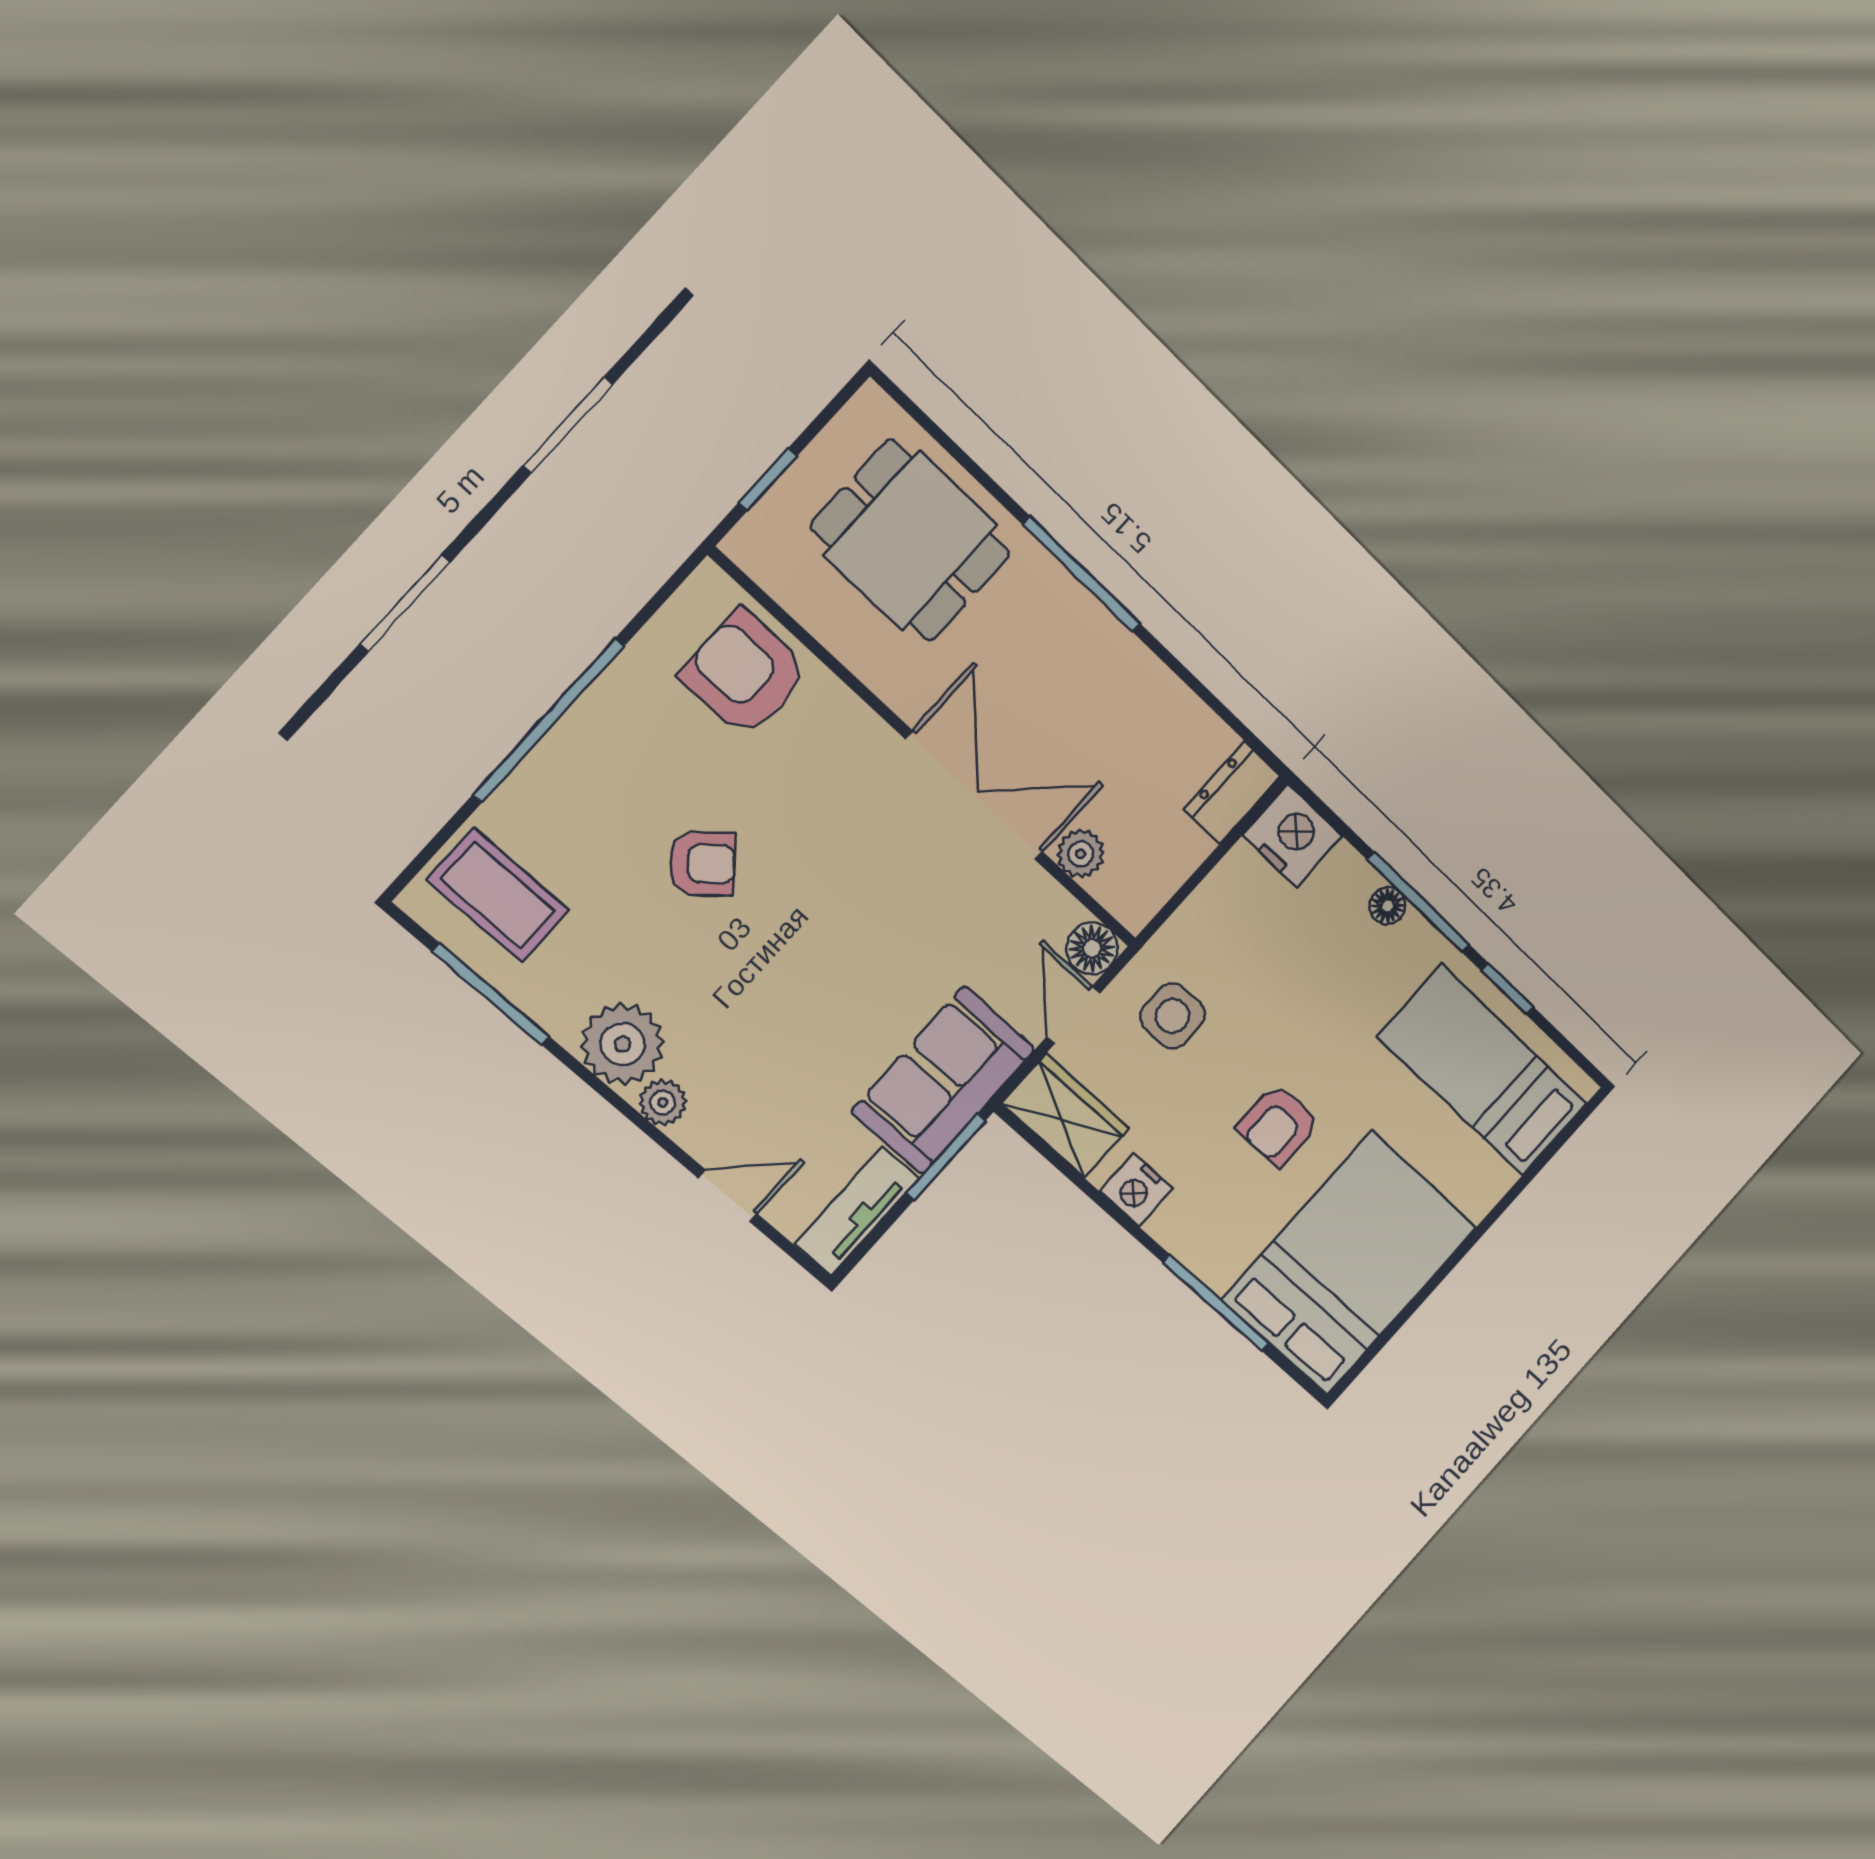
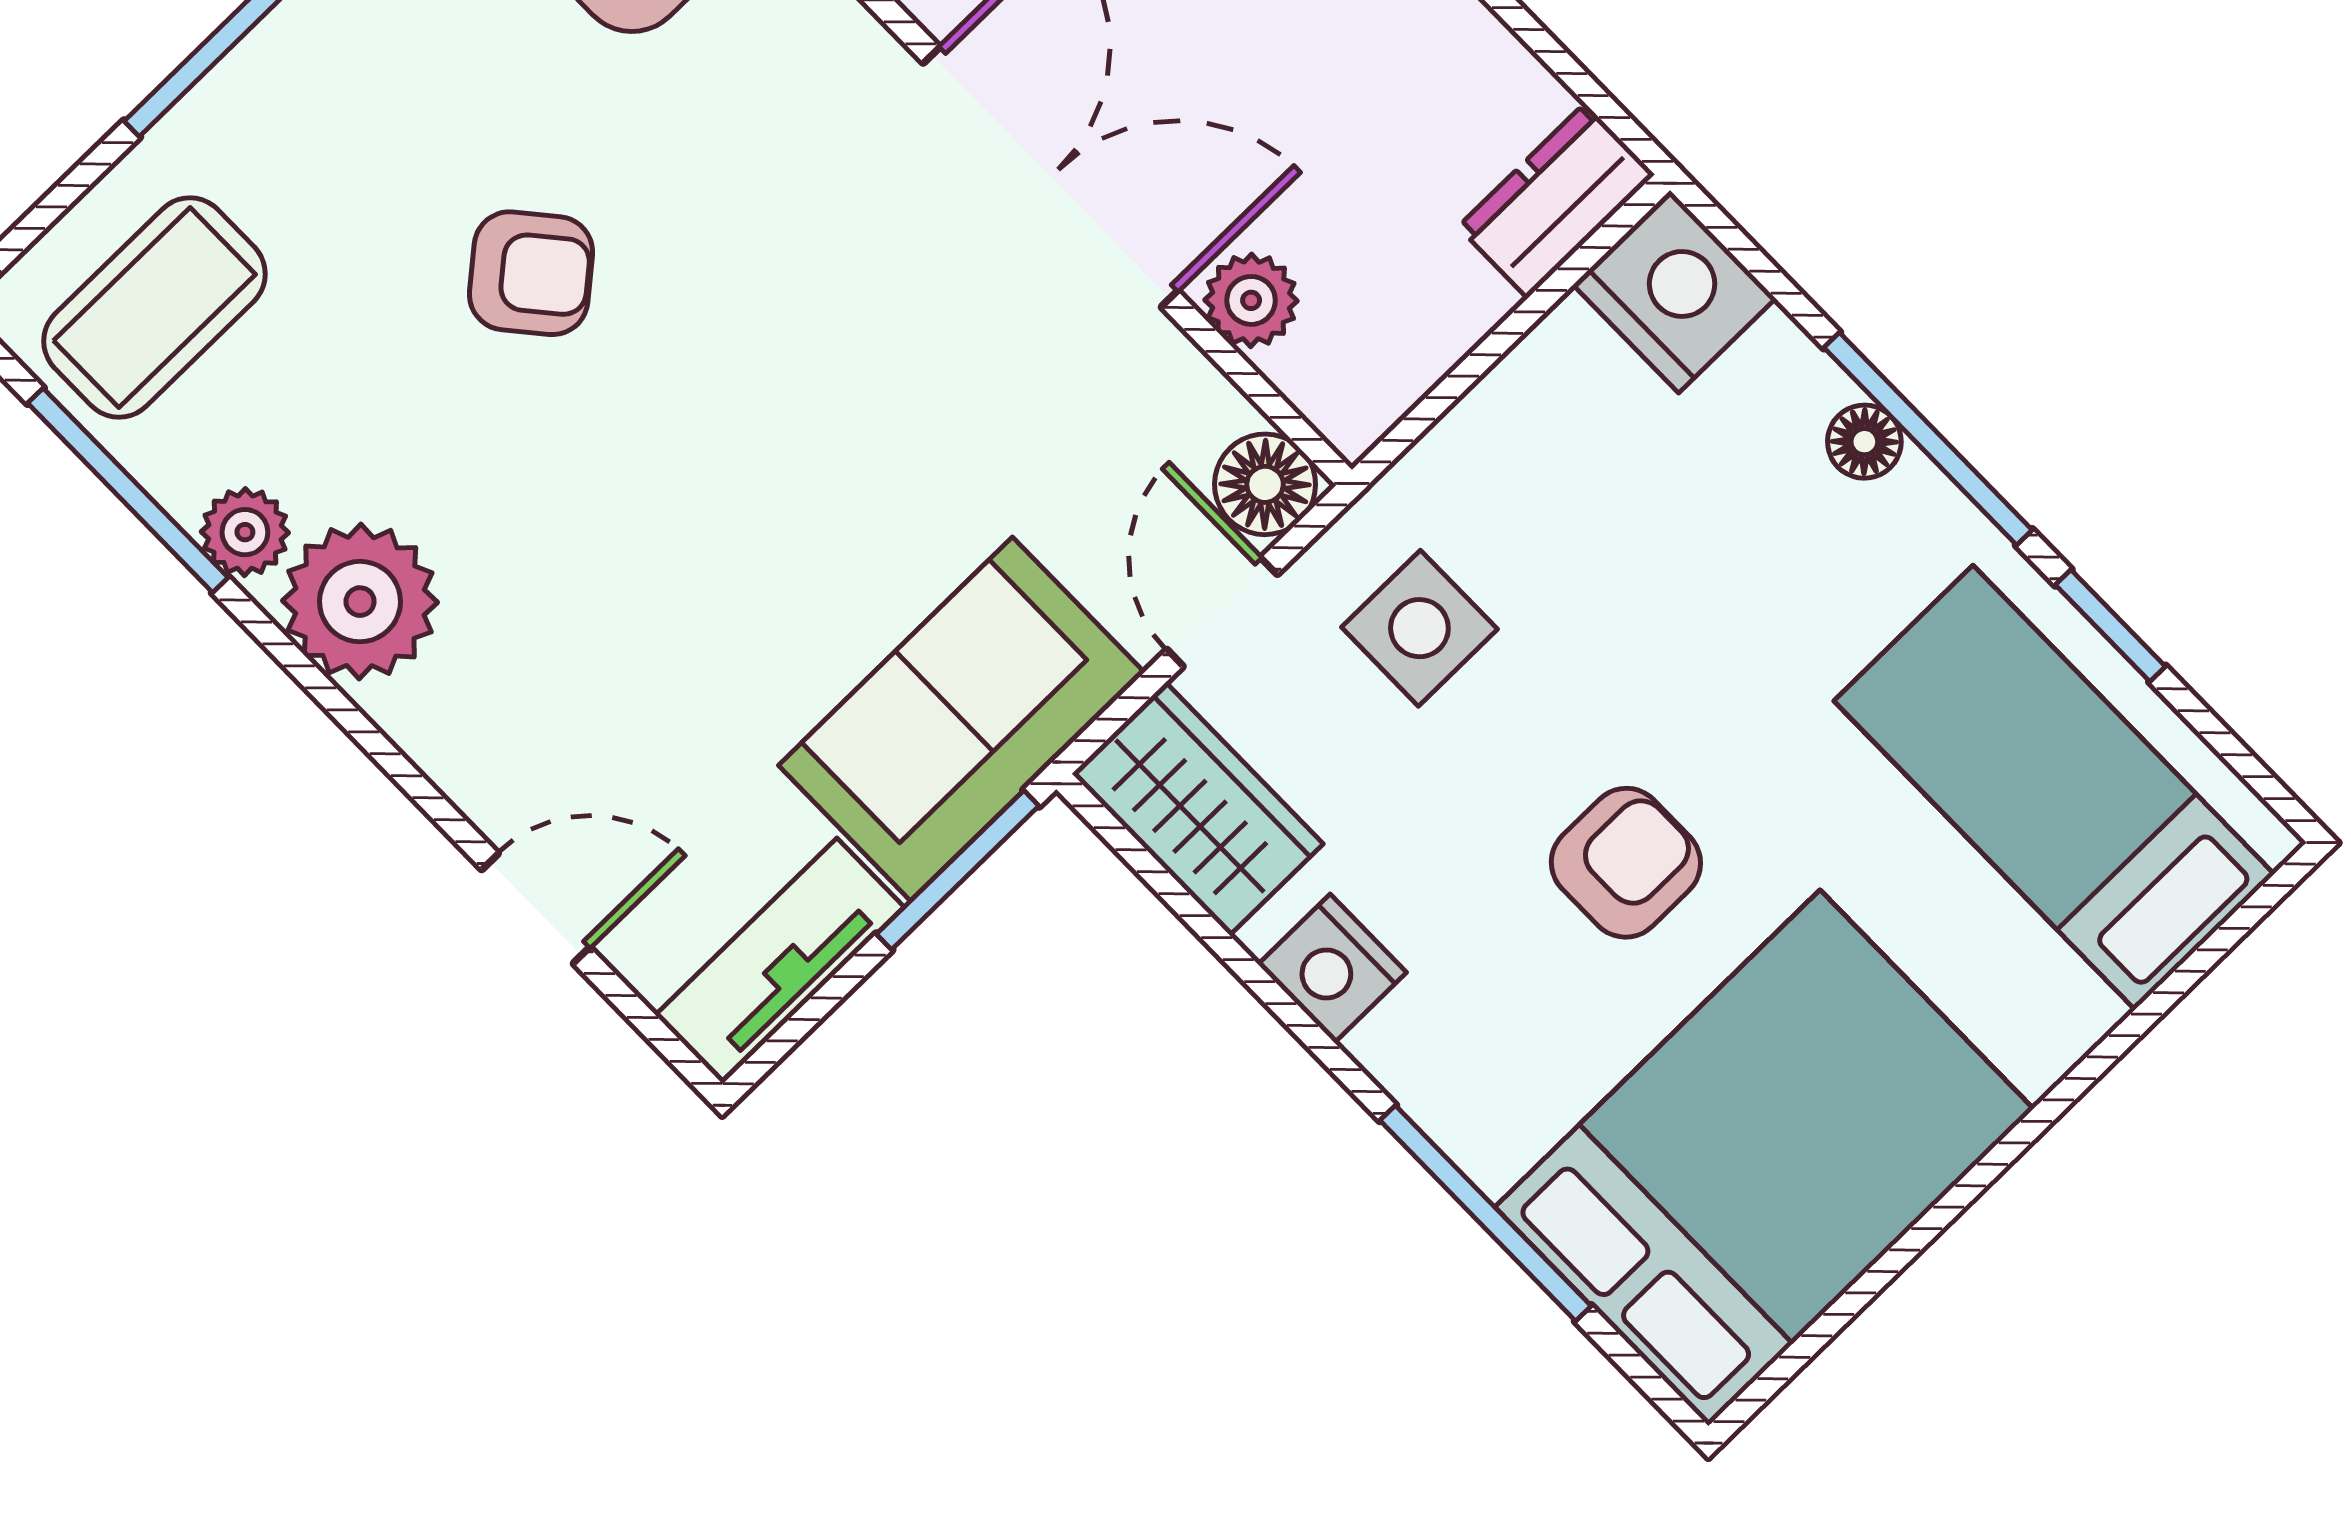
coffee table: (498, 895) -> (154, 308), turned 90
plant: (663, 1102) -> (245, 532), moved
armchair: (1278, 1125) -> (1626, 863), turned 180

